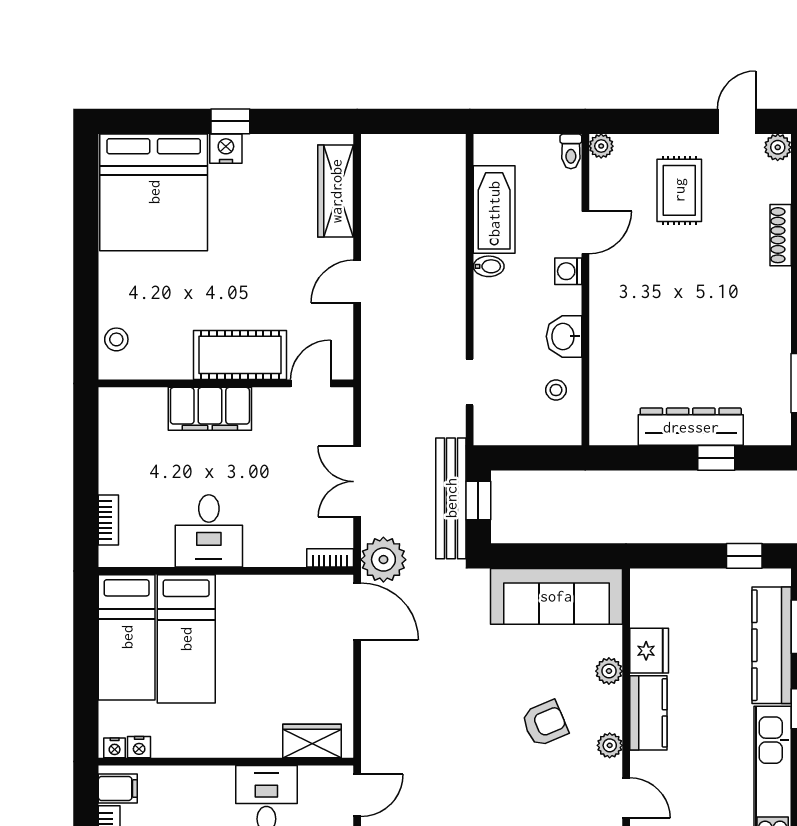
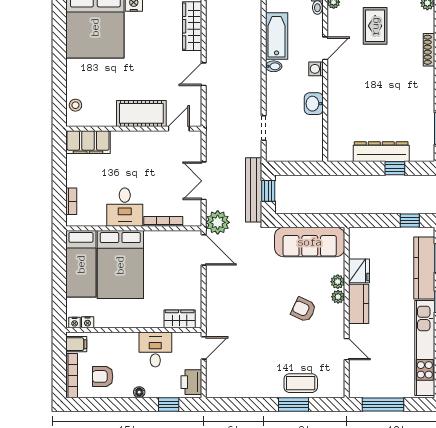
stool: (556, 390) -> (309, 132), removed
filing cabinet: (210, 409) -> (88, 142), moved
bookcase: (330, 558) -> (163, 221), moved, width x1.56
bed: (186, 639) -> (120, 265), width x1.50
armchair: (545, 723) -> (303, 310), turned -132
plant: (610, 745) -> (338, 297), moved

